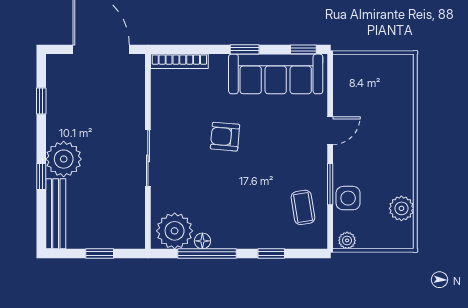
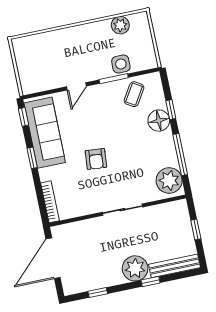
door: (330, 131) -> (76, 86), swing flipped
coffee table: (303, 207) -> (134, 94), turned -49
plant: (347, 240) -> (151, 59), removed
floor lamp: (202, 241) -> (159, 121), moved, width x1.89, depth x1.89

